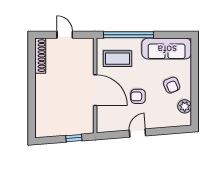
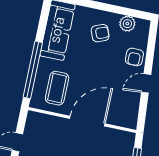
armchair: (138, 96) -> (134, 57), moved
door: (138, 133) -> (146, 83), hinge flipped

